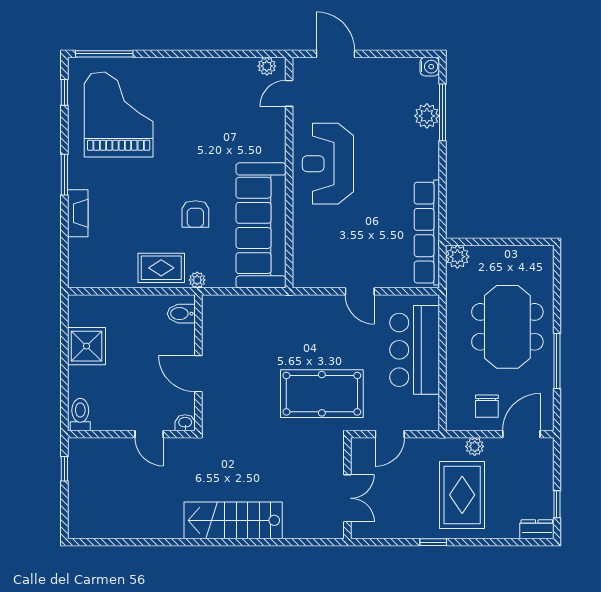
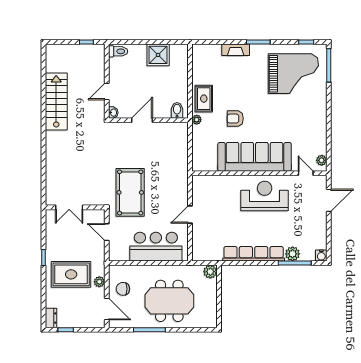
sofa: (261, 225) -> (255, 157), moved
row of seats: (427, 233) -> (254, 254), moved
stairs: (233, 520) -> (56, 102), moved

